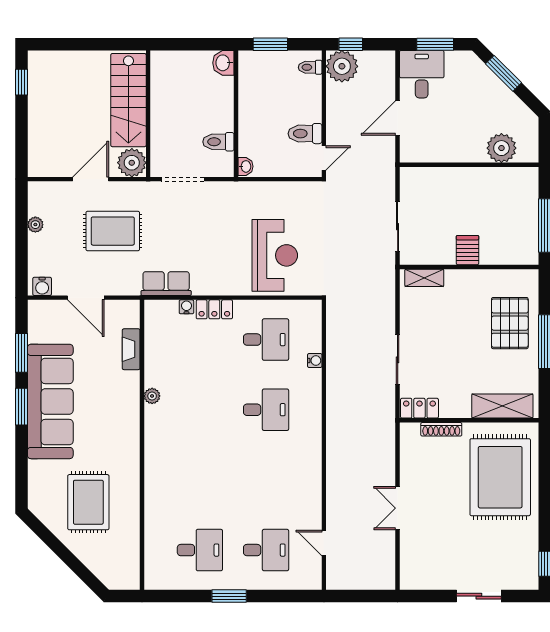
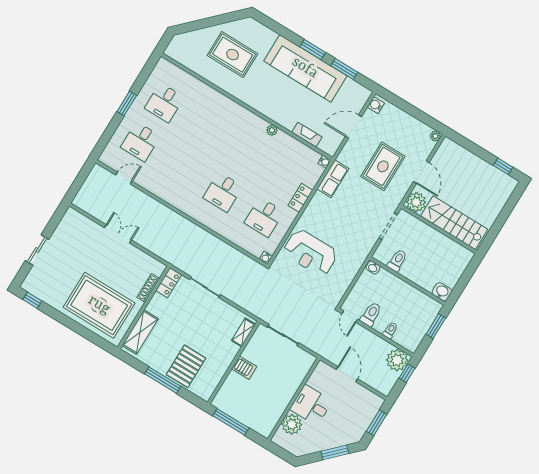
toilet: (310, 67) -> (390, 330), moved
desk: (422, 74) -> (311, 405), moved, turned 180
plant: (35, 225) -> (435, 136), moved
water cooler: (186, 307) -> (325, 162), moved
pallet: (510, 323) -> (186, 366), turned 90
water cooler: (315, 361) -> (266, 258), moved

